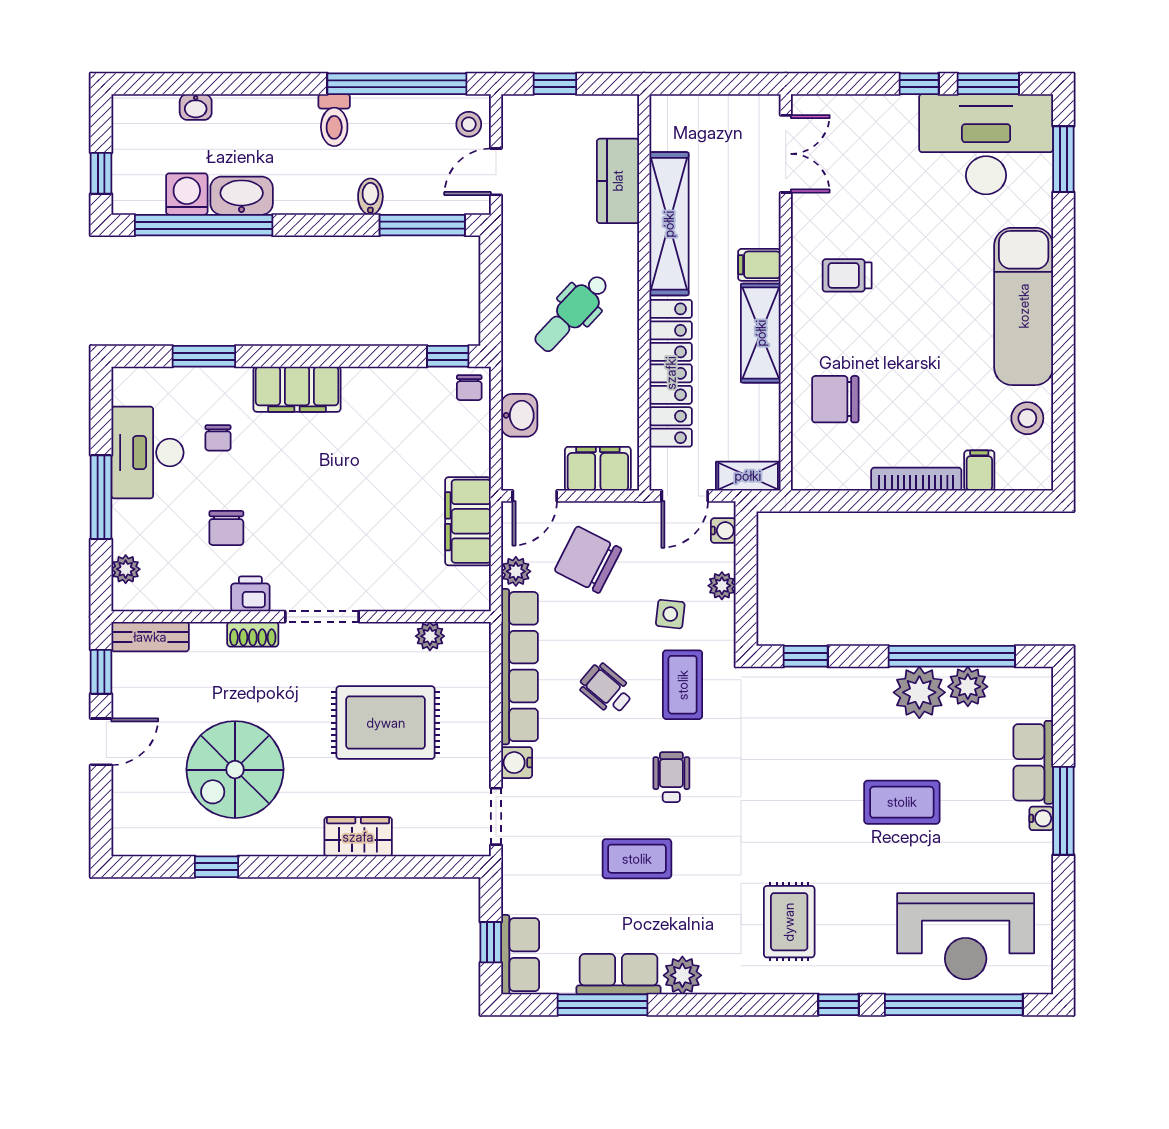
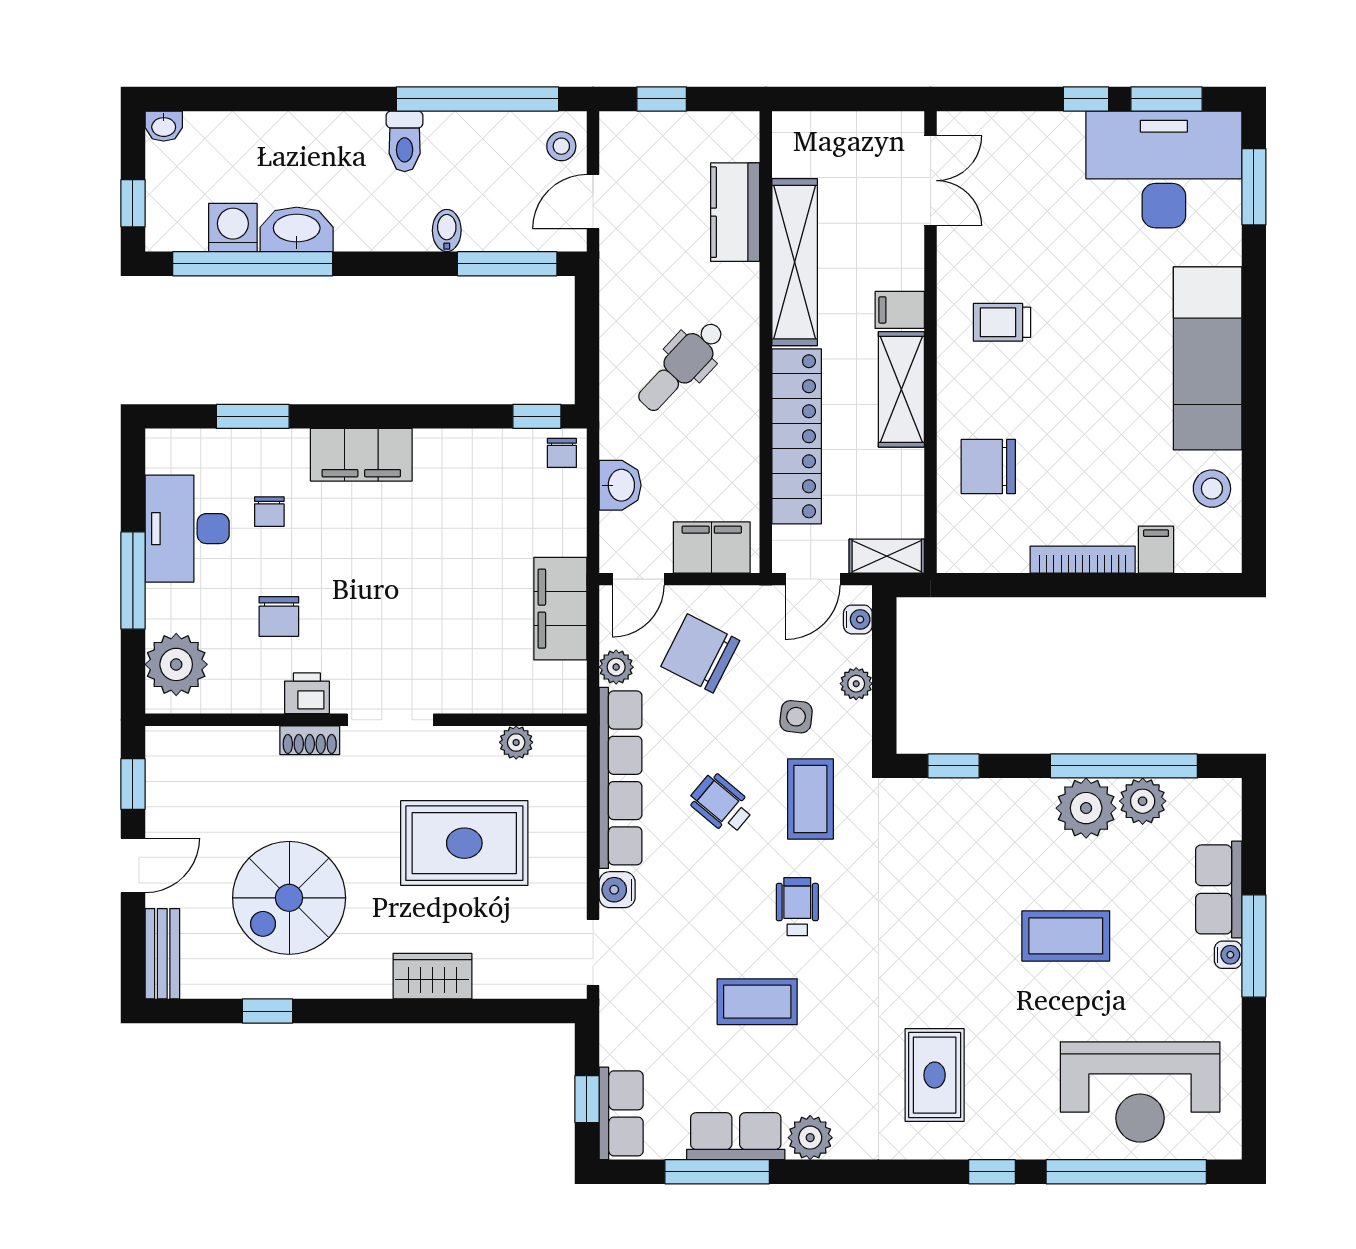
washbasin: (196, 107) -> (164, 126), moved
plant: (126, 569) -> (176, 664), width x1.87, depth x1.87
bench: (150, 637) -> (162, 954), moved, turned 90

